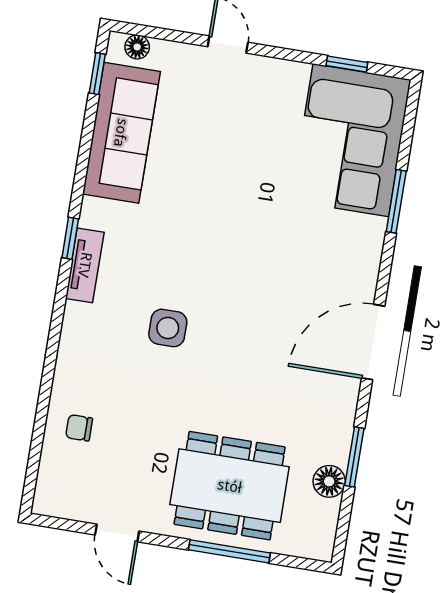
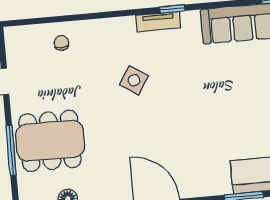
side table: (168, 328) -> (134, 80), turned 32
dining table: (230, 486) -> (50, 141), turned 90

